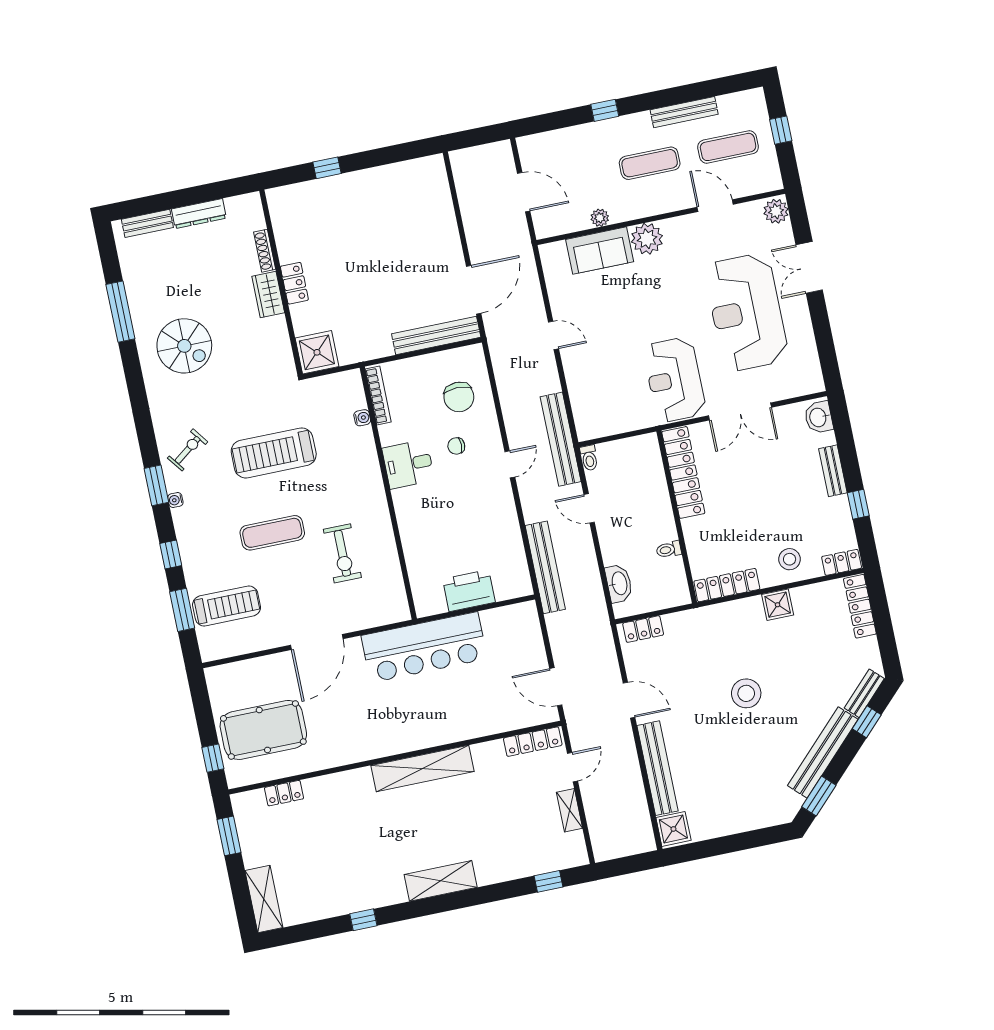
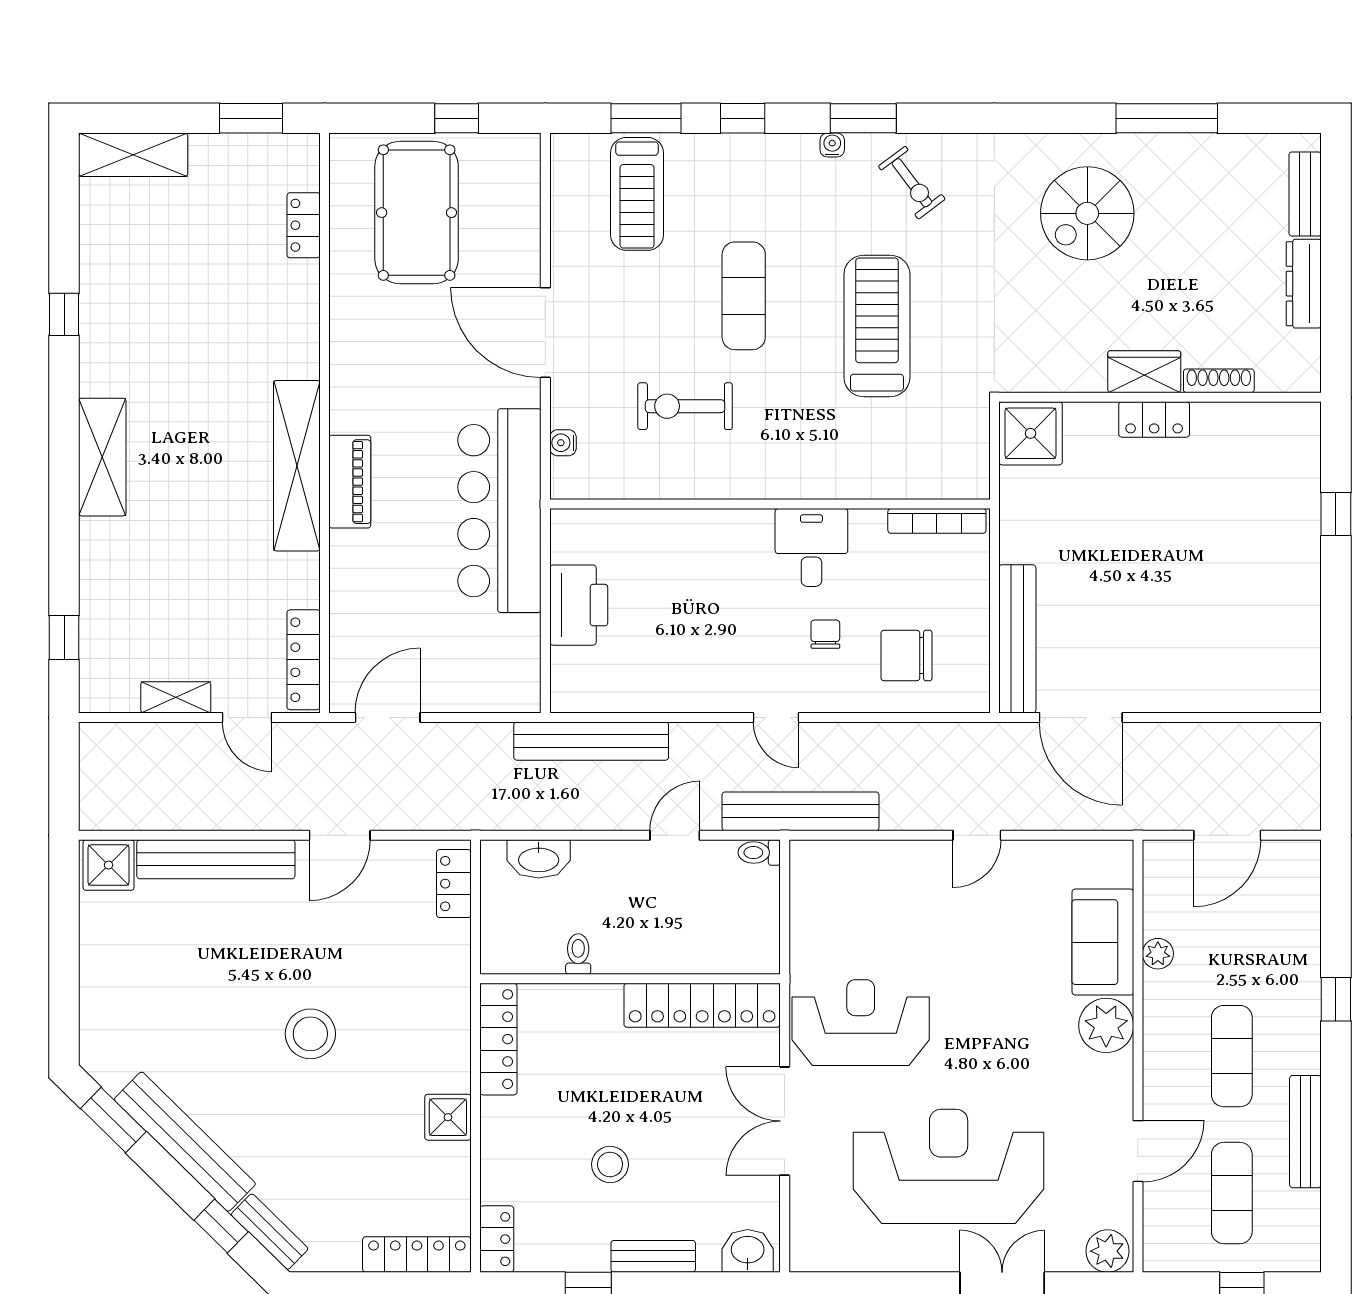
water cooler: (362, 418) -> (563, 443), moved, turned 90
stool: (790, 559) -> (610, 1164), moved
piano: (425, 736) -> (350, 482), added
window: (213, 758) -> (457, 118), moved

